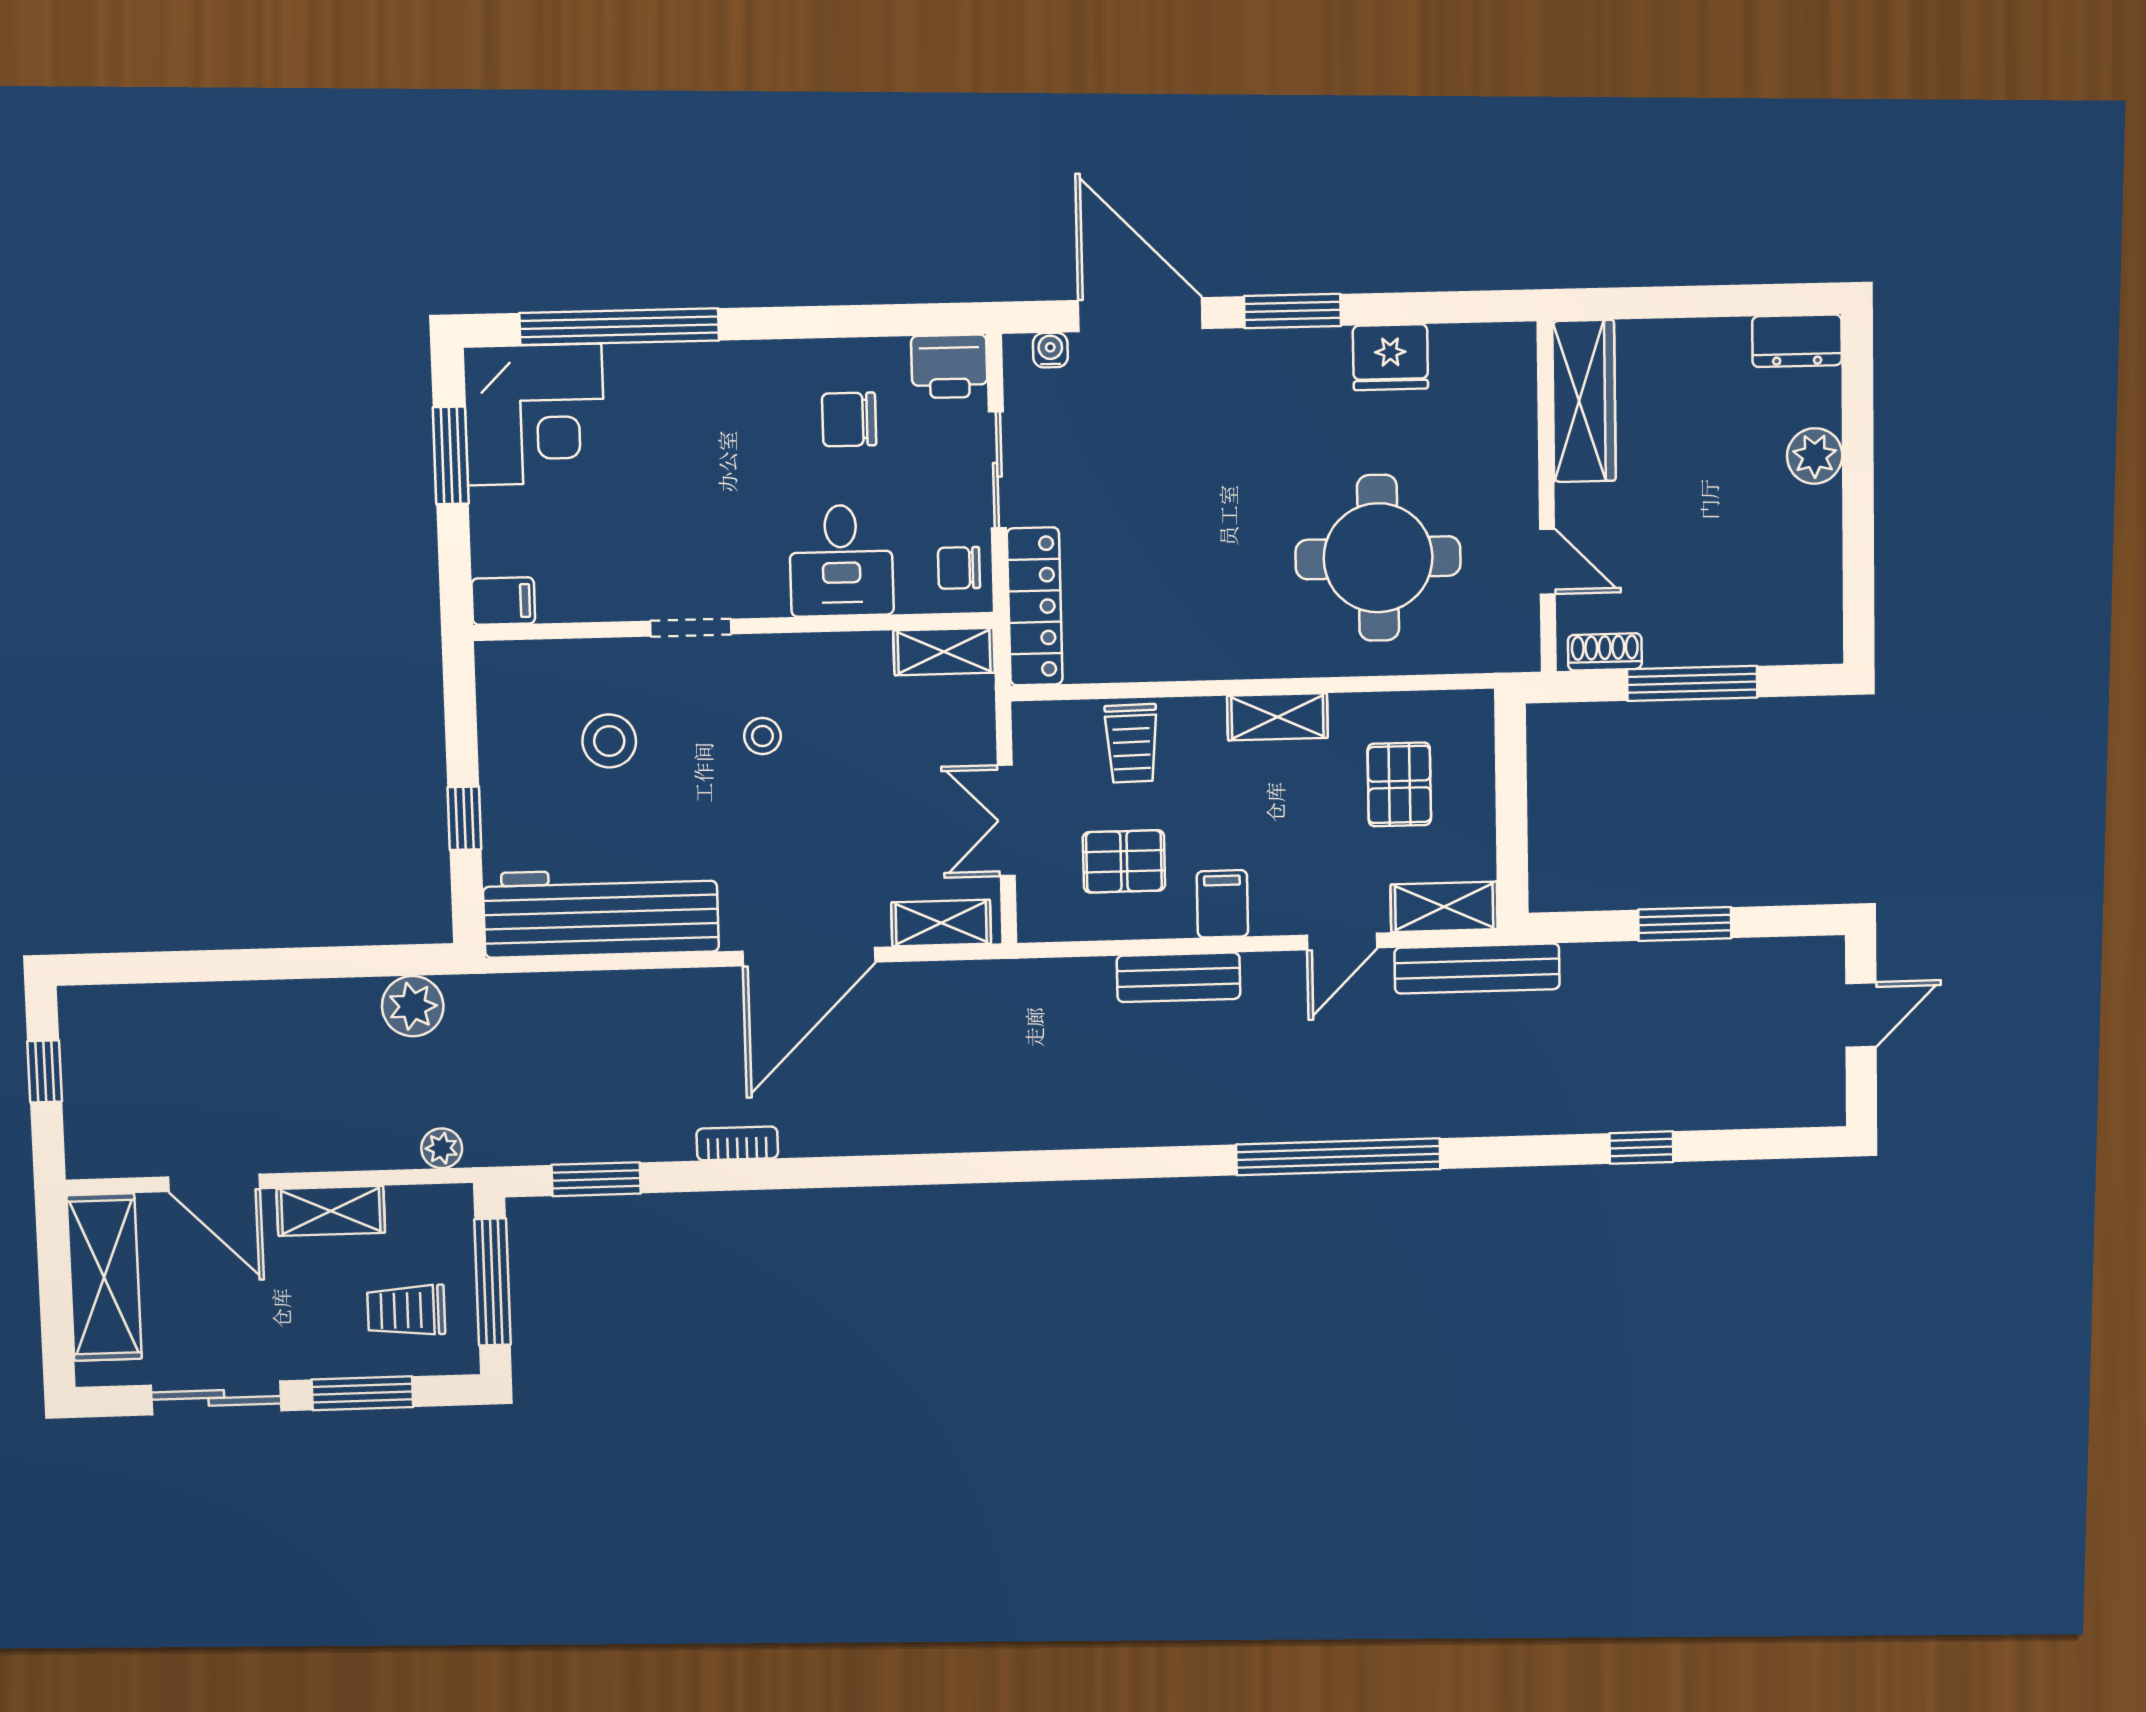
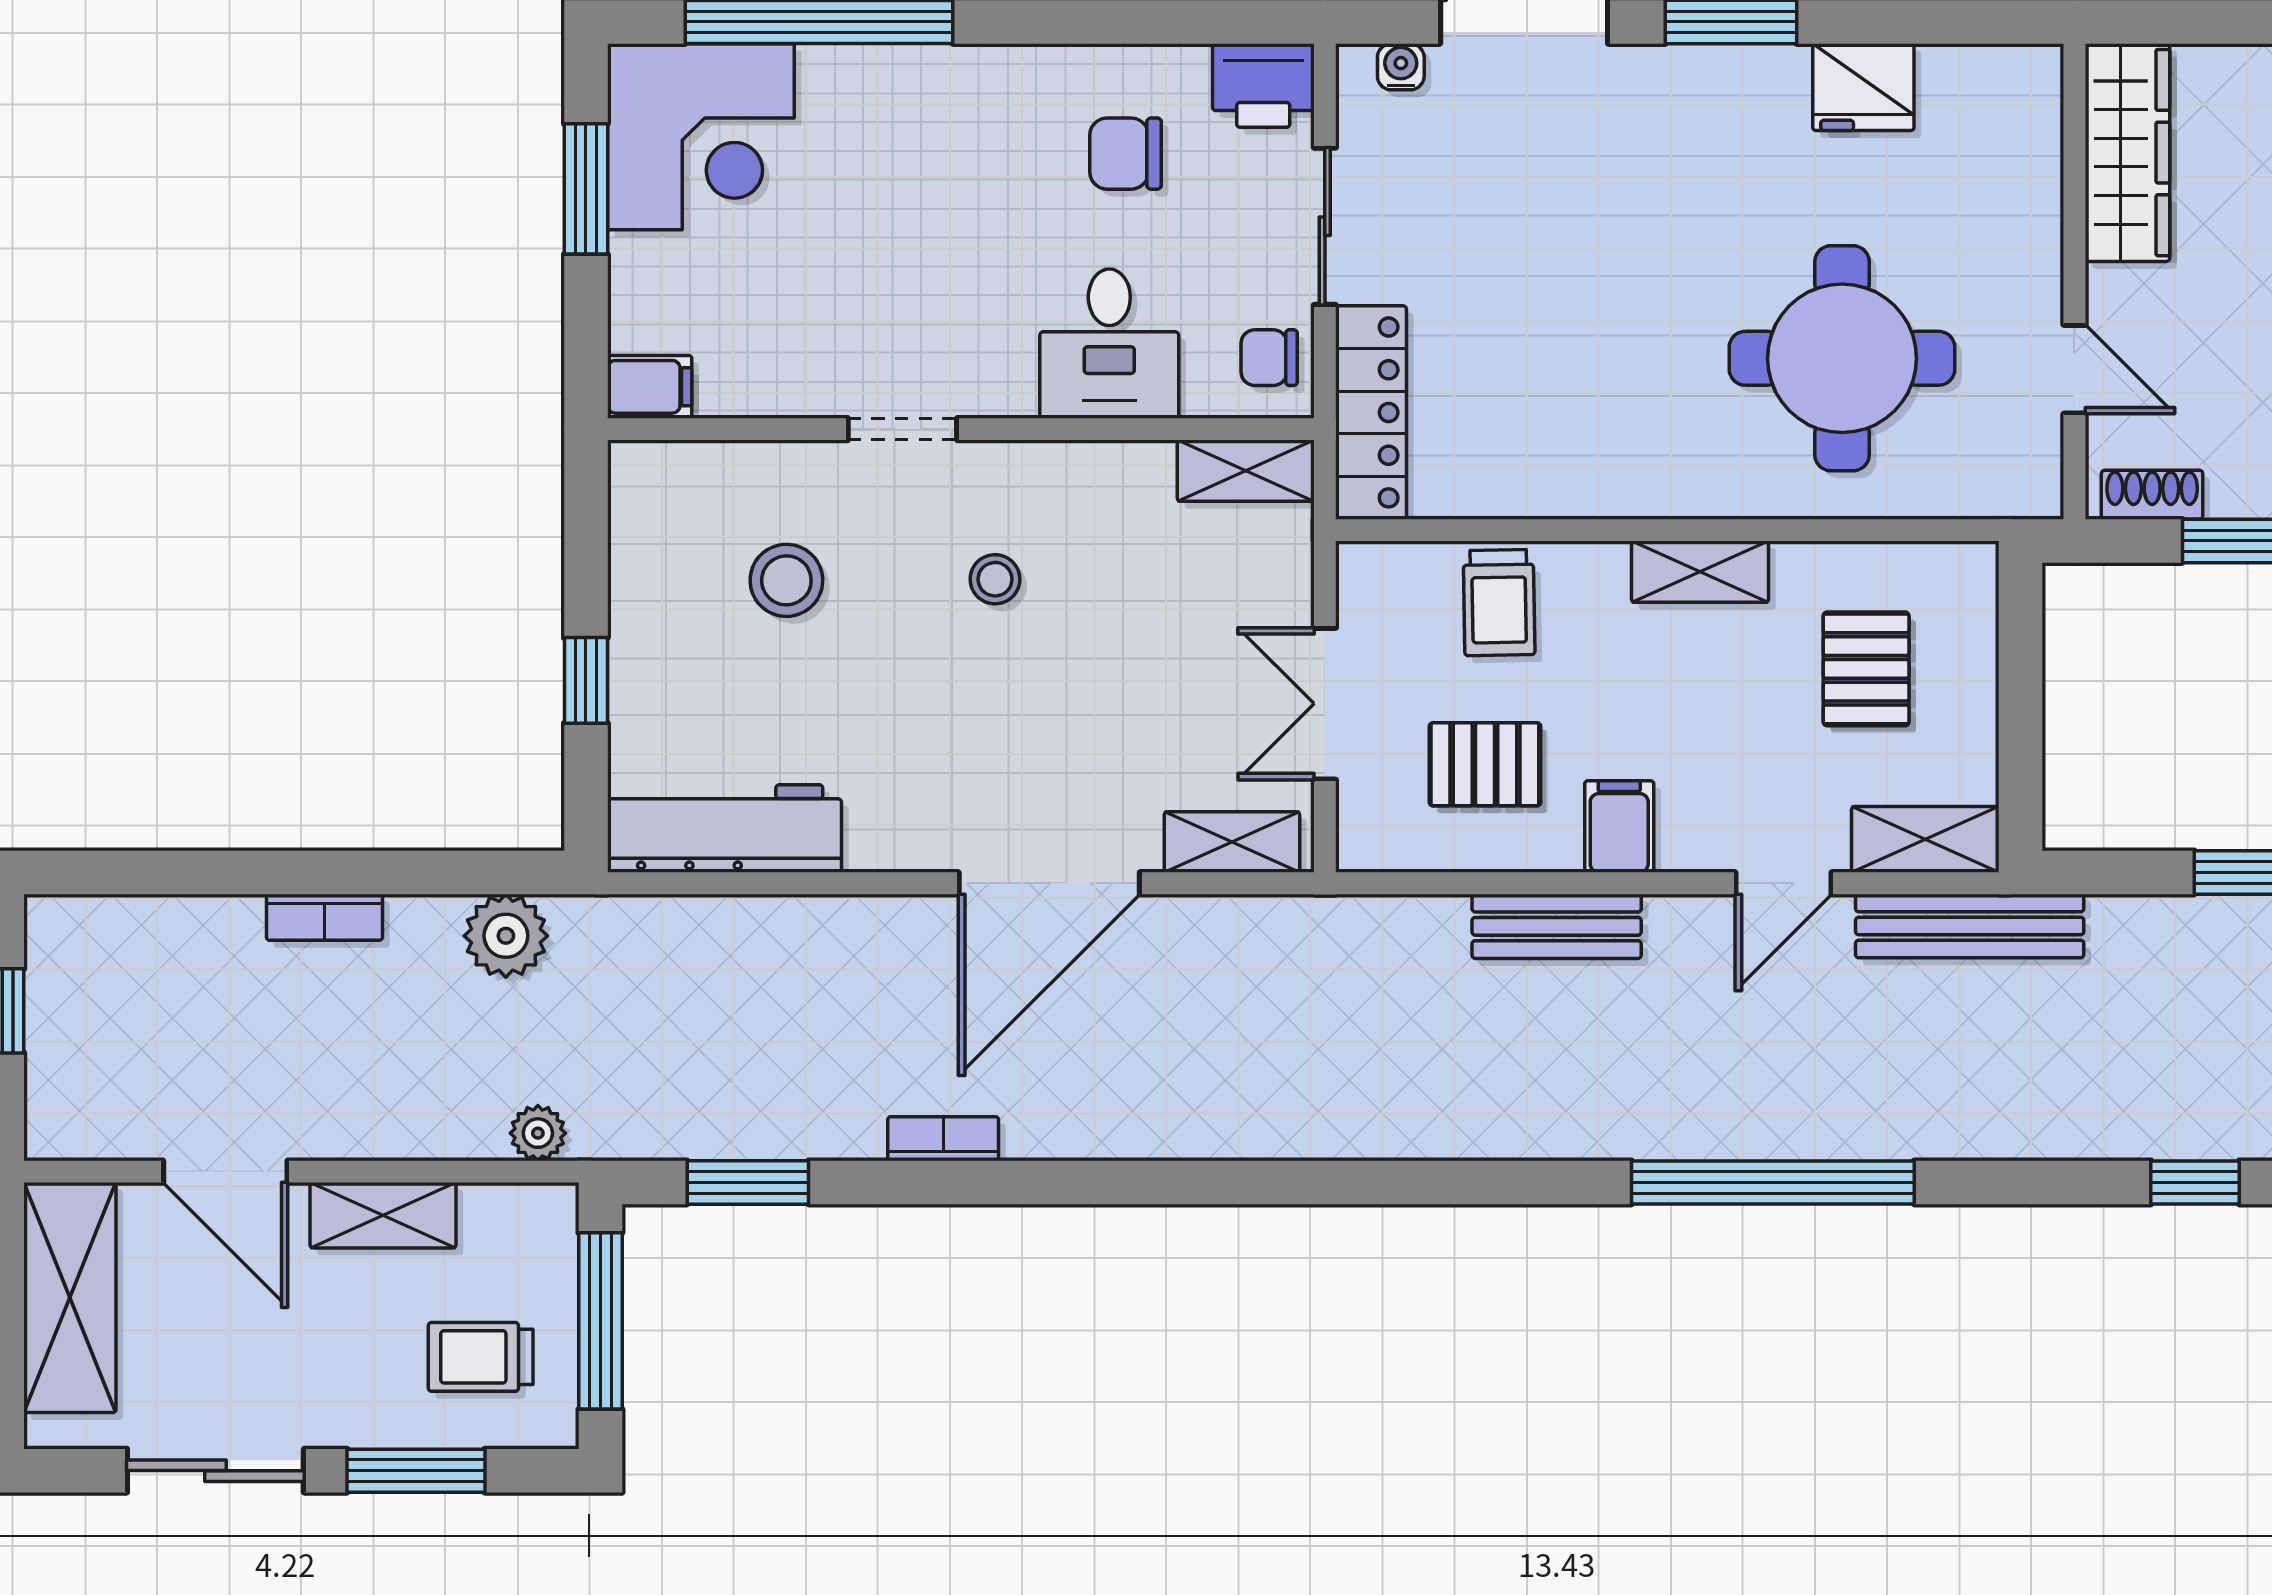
workbench: (601, 912) -> (724, 829), width x0.73, depth x0.76
bookcase: (279, 996) -> (324, 917), added

